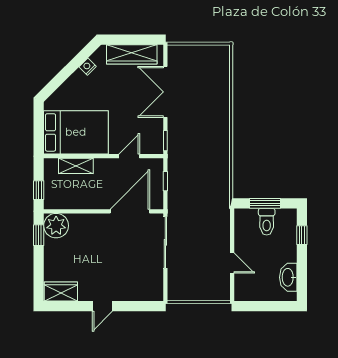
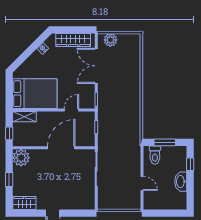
plant: (186, 54) -> (110, 40), added
shelving: (76, 166) -> (24, 117), moved
door: (130, 211) -> (61, 148), moved
toilet: (267, 222) -> (155, 155), moved
window: (39, 235) -> (9, 179), moved
washbasin: (288, 277) -> (181, 182), moved

